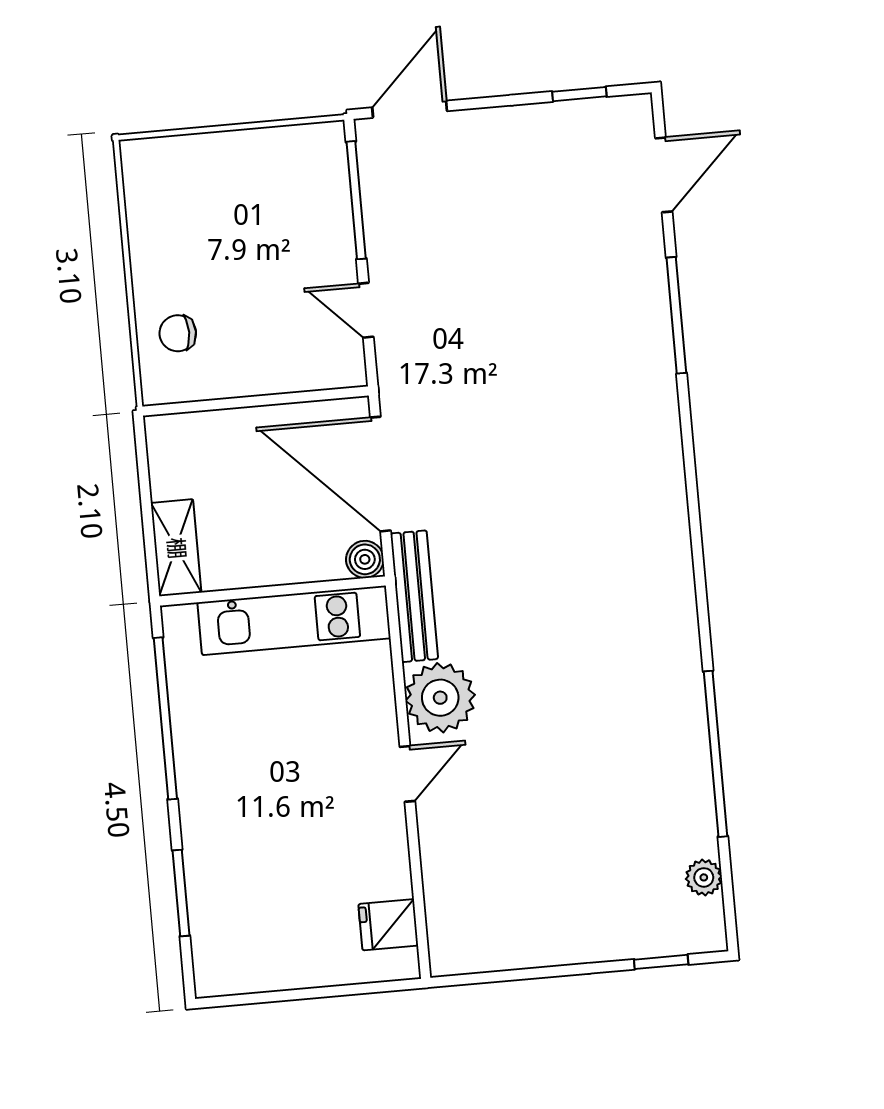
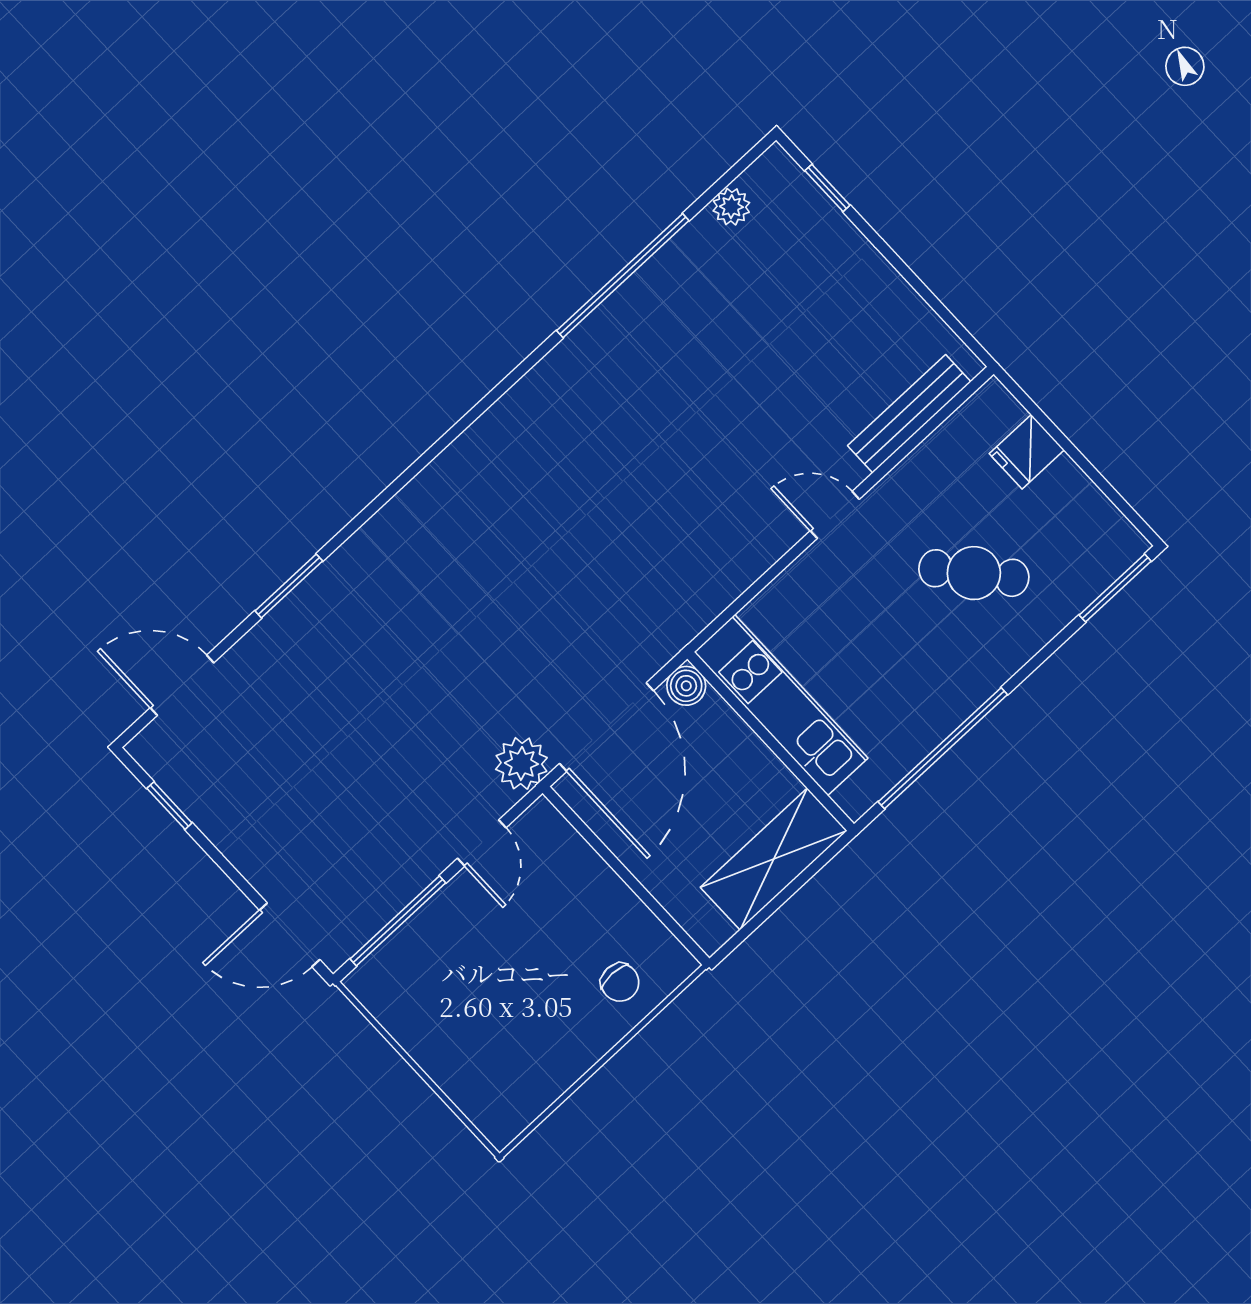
window: (676, 315) -> (289, 586), width x0.69
shelving: (176, 548) -> (774, 859), width x1.50, depth x1.33
bench: (414, 596) -> (909, 414), moved
plant: (440, 698) -> (521, 763), moved, width x0.73, depth x0.73
cafe table: (281, 846) -> (974, 573), added
window: (181, 893) -> (1115, 588), moved
fridge: (388, 925) -> (1027, 452), moved, turned 90

